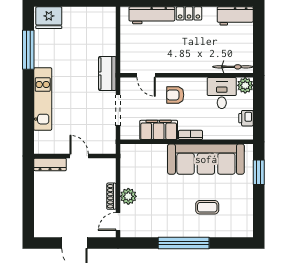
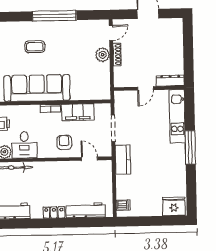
dishwasher: (108, 20) -> (123, 205), added
window: (28, 50) -> (190, 147), moved
armchair: (175, 95) -> (64, 142), turned -92
kitchen unit: (43, 99) -> (177, 116), moved
door: (79, 156) -> (145, 88), hinge flipped

